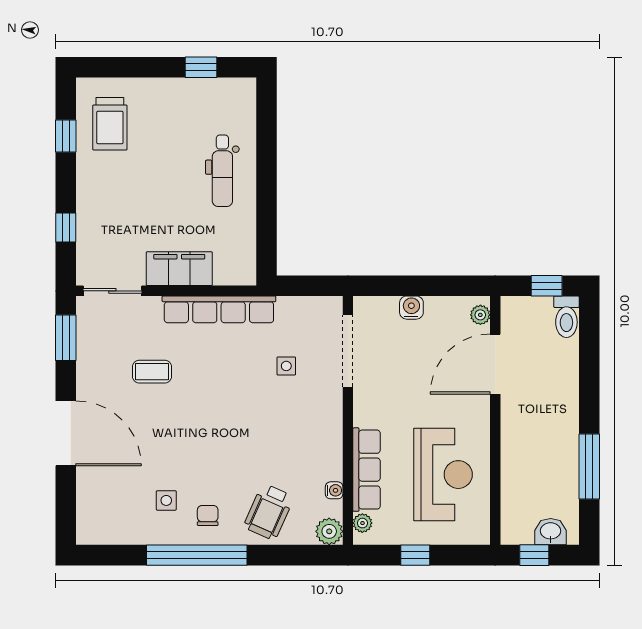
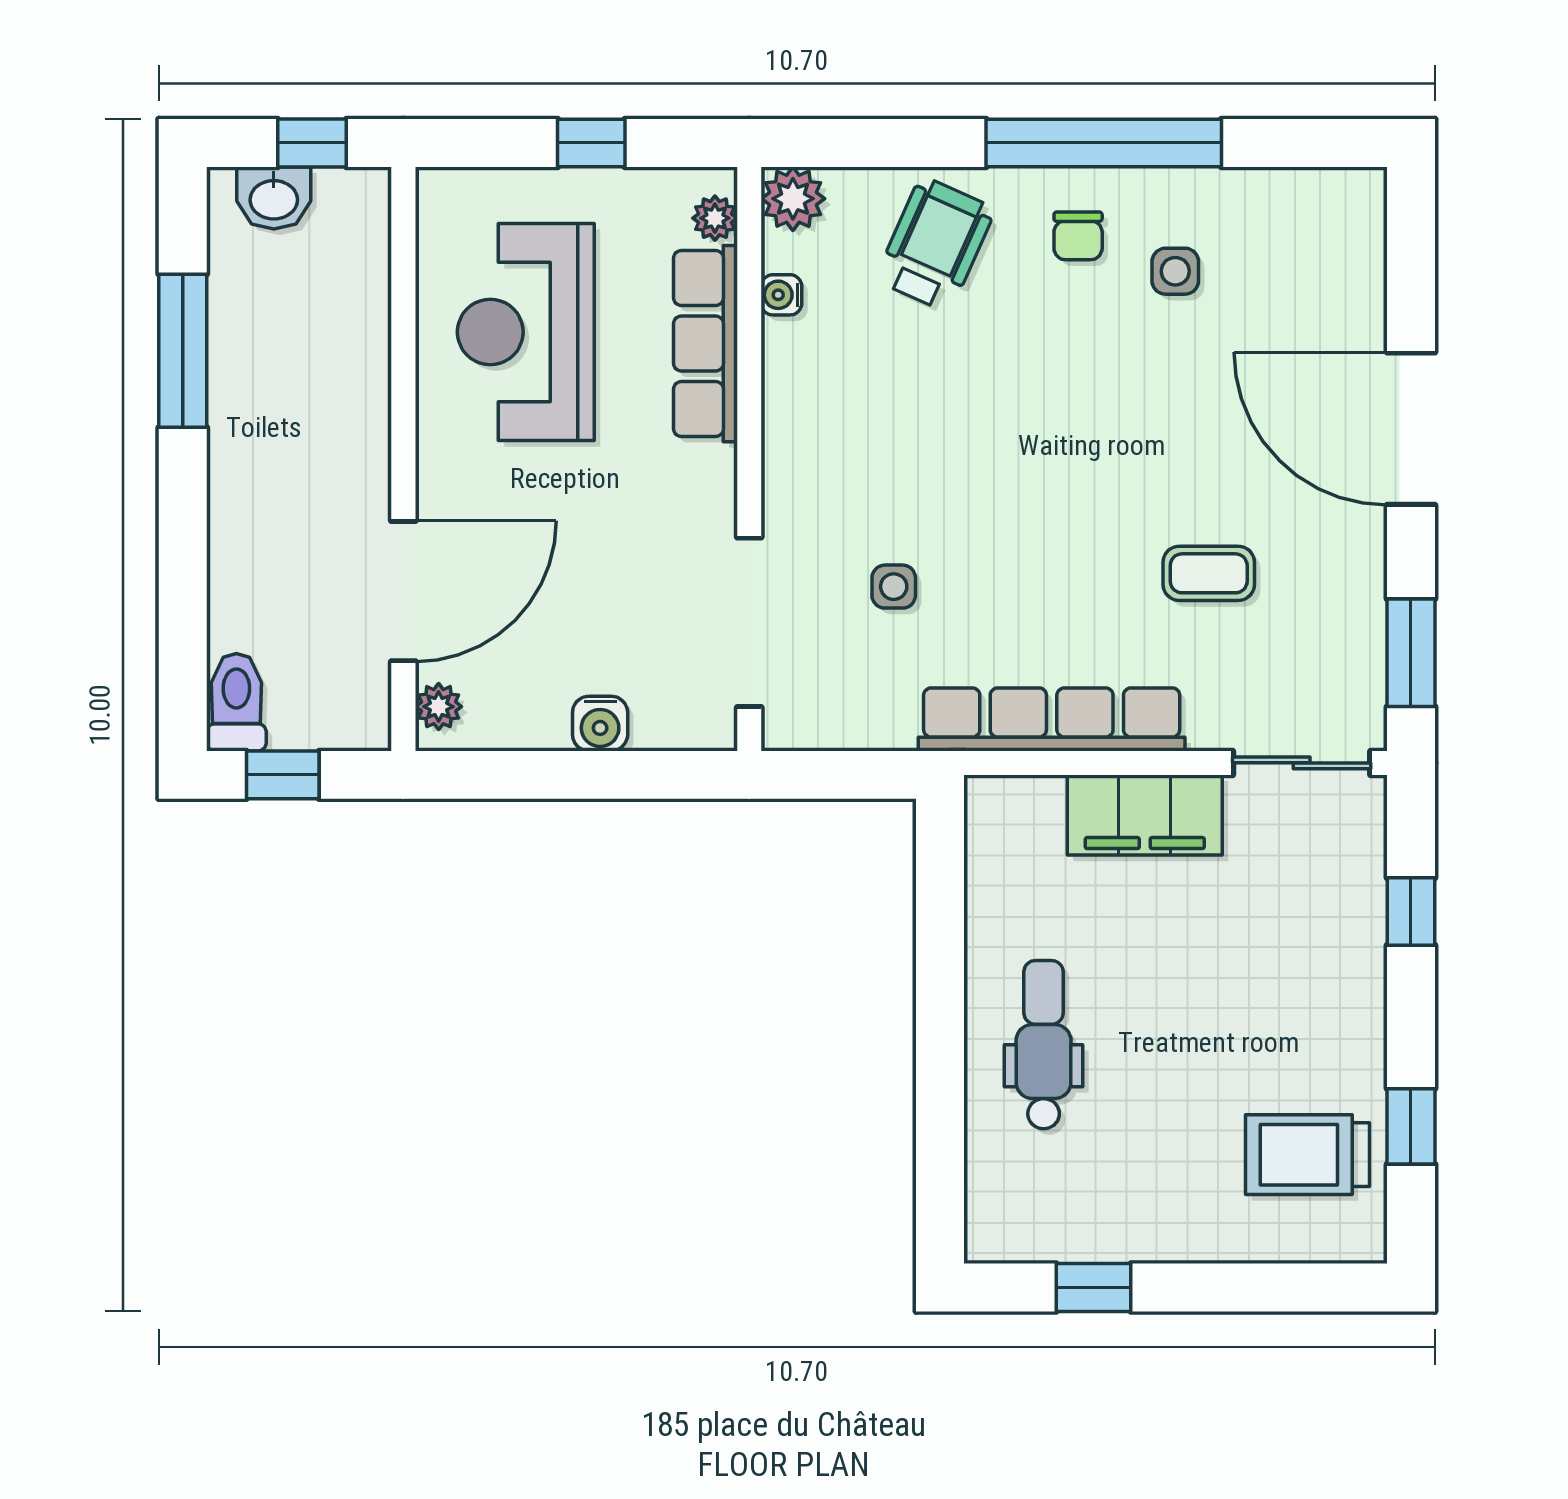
trolley: (110, 124) -> (1308, 1155), turned -90

